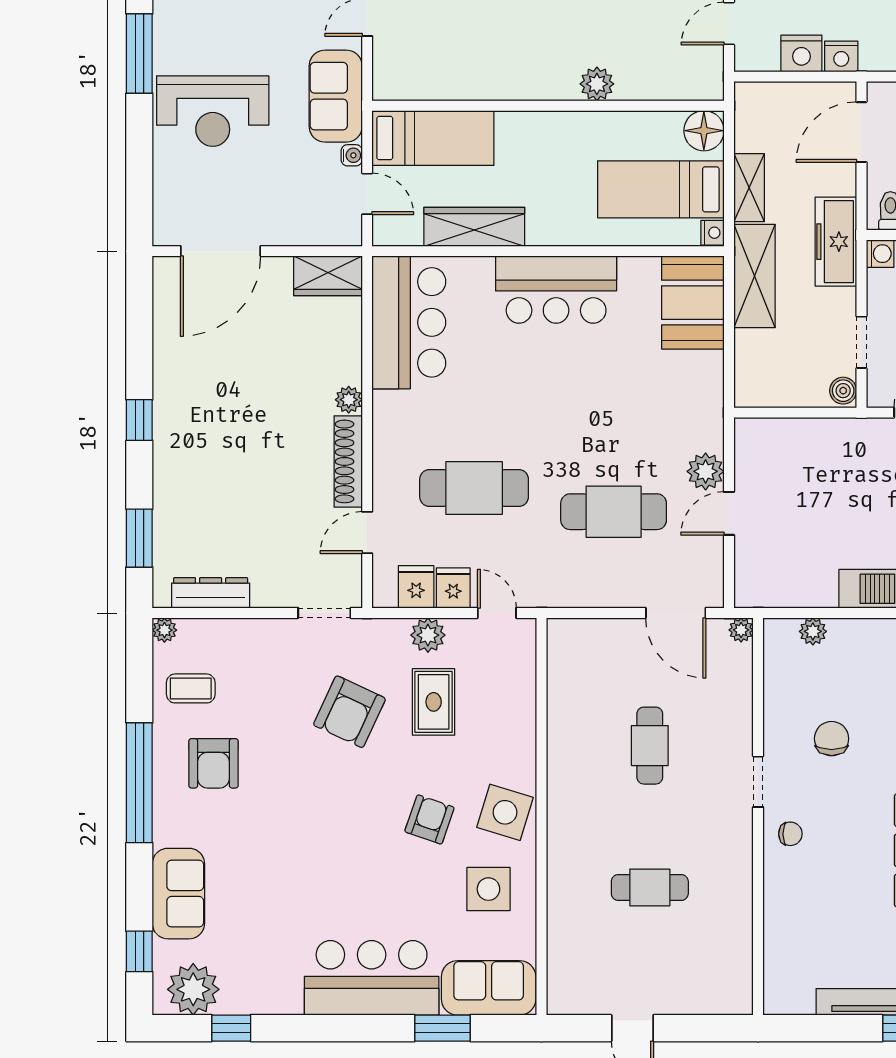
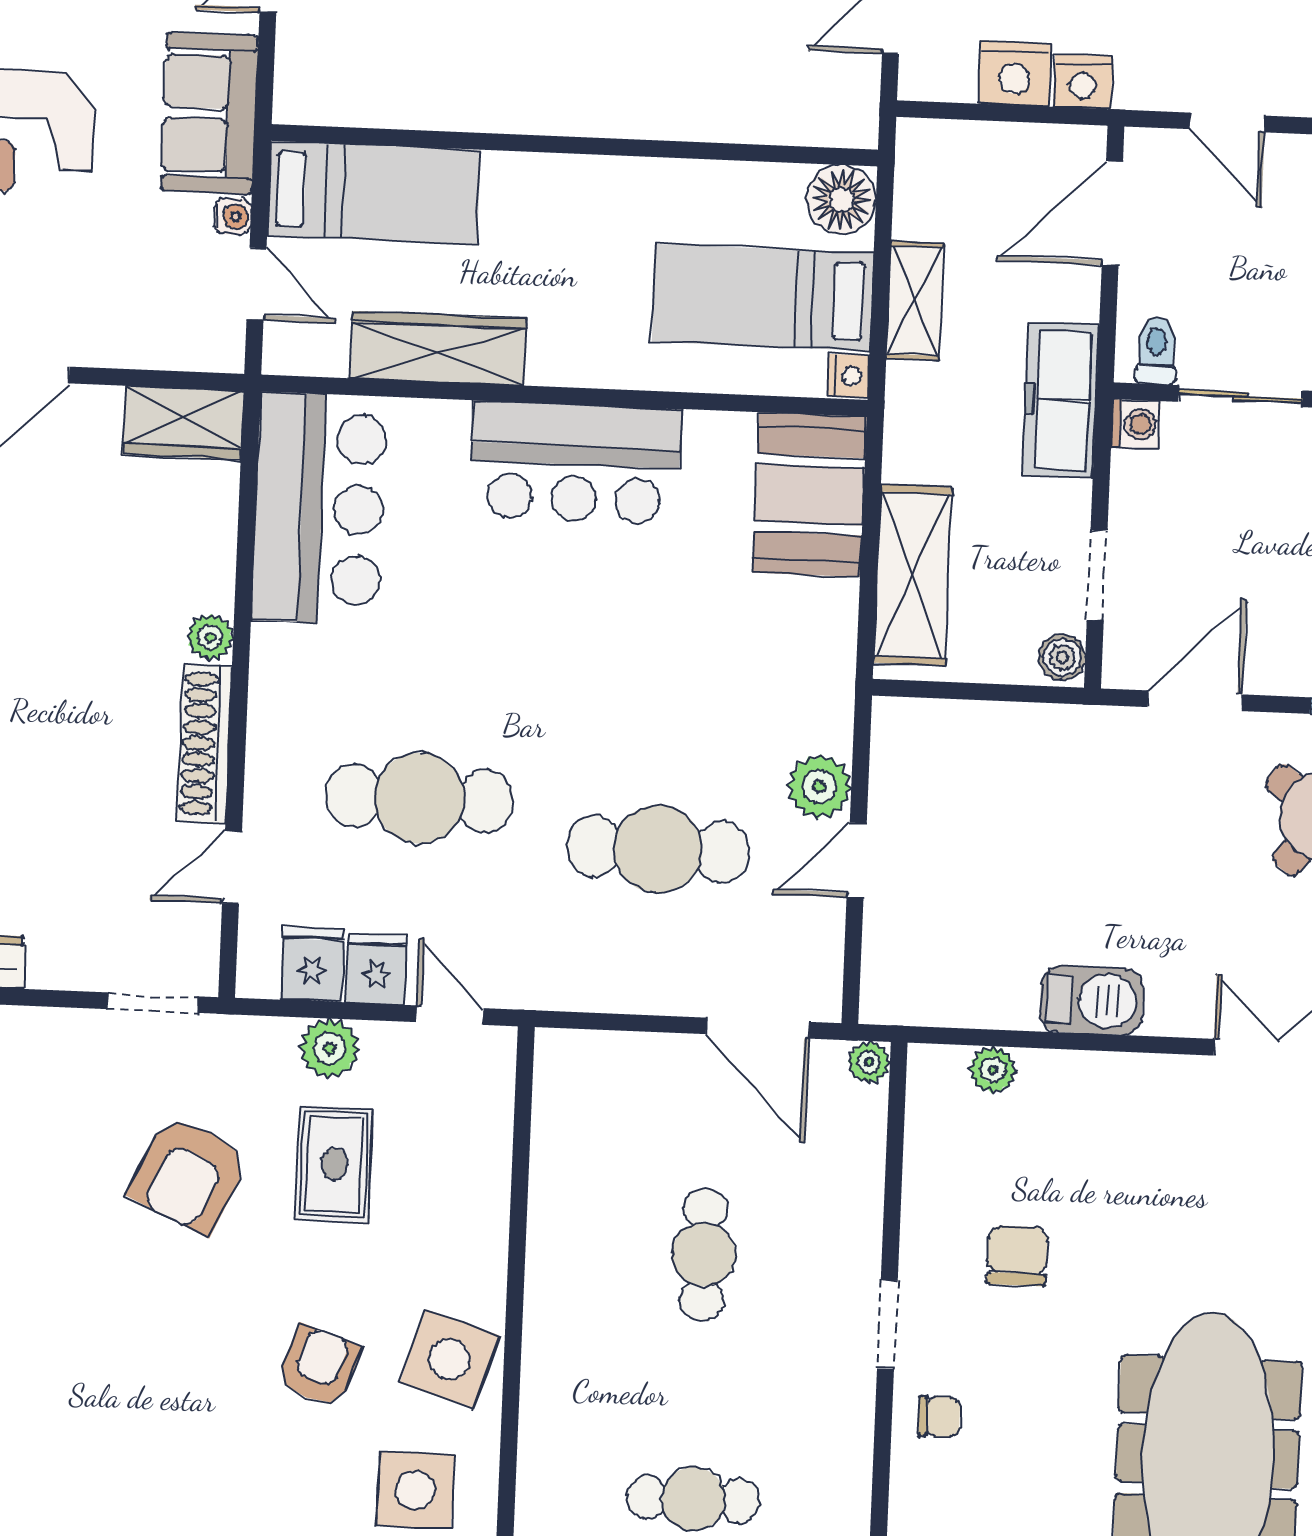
plant: (597, 84) -> (660, 111), removed
shelving: (754, 276) -> (913, 575), moved

